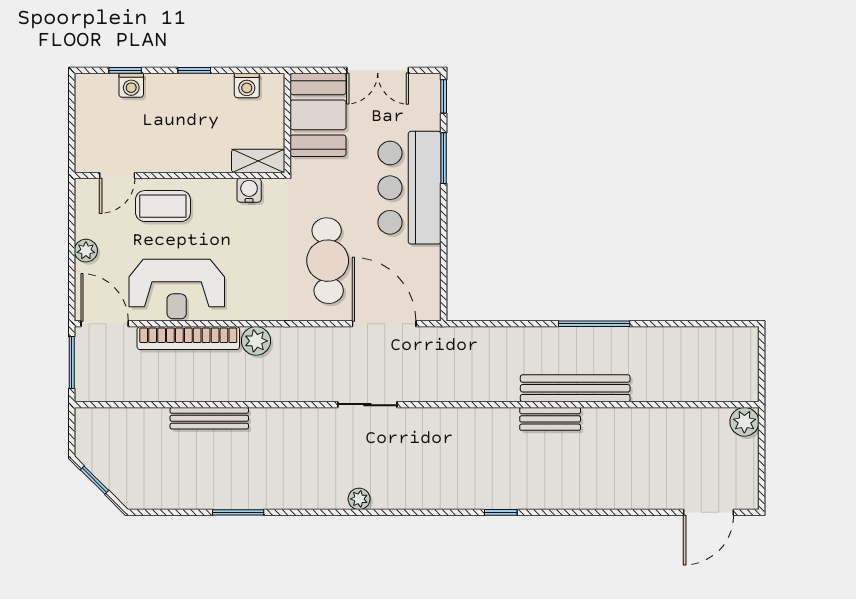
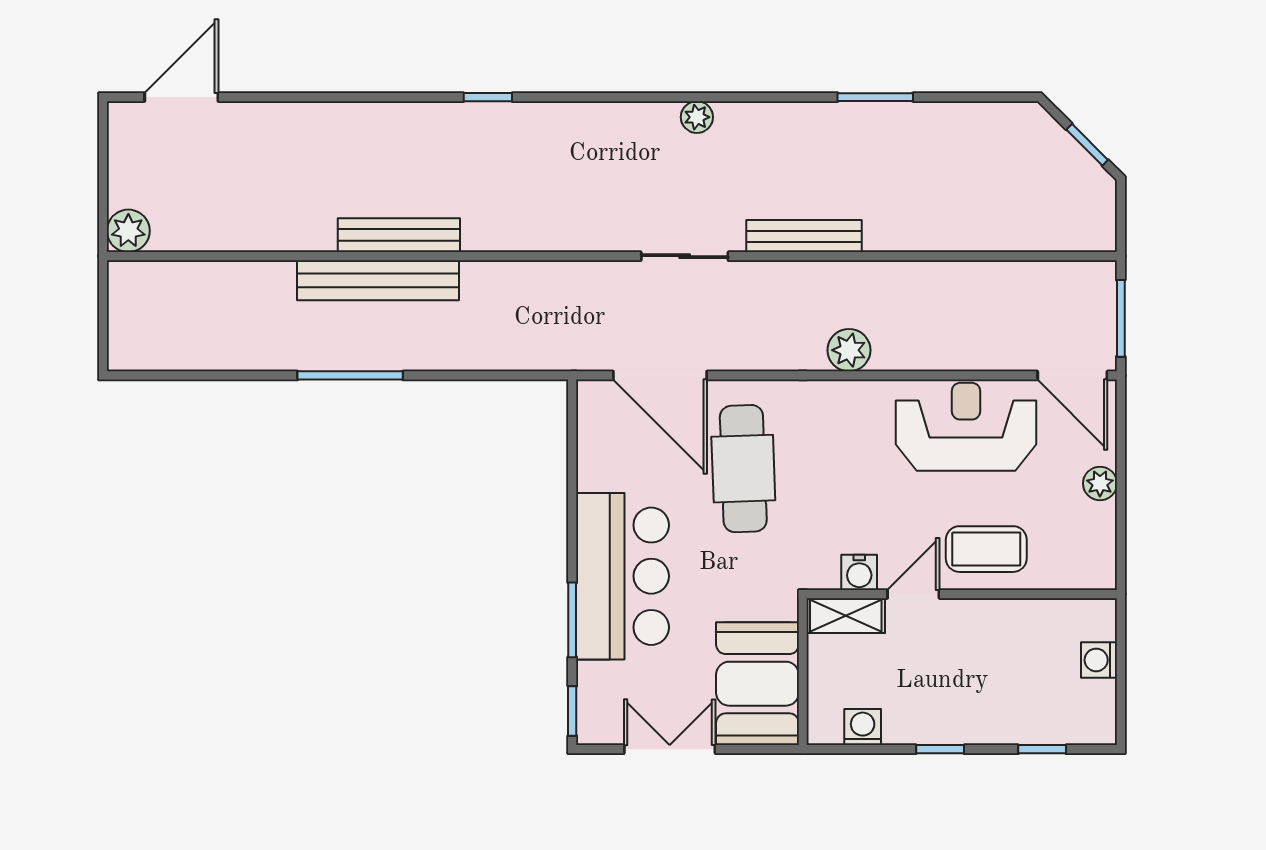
washing machine: (131, 85) -> (1099, 660), moved, turned -90
door: (117, 176) -> (913, 594), moved
bookcase: (188, 338) -> (949, 354), removed
bench: (209, 418) -> (804, 236), moved
bench: (550, 419) -> (399, 235), width x1.36

